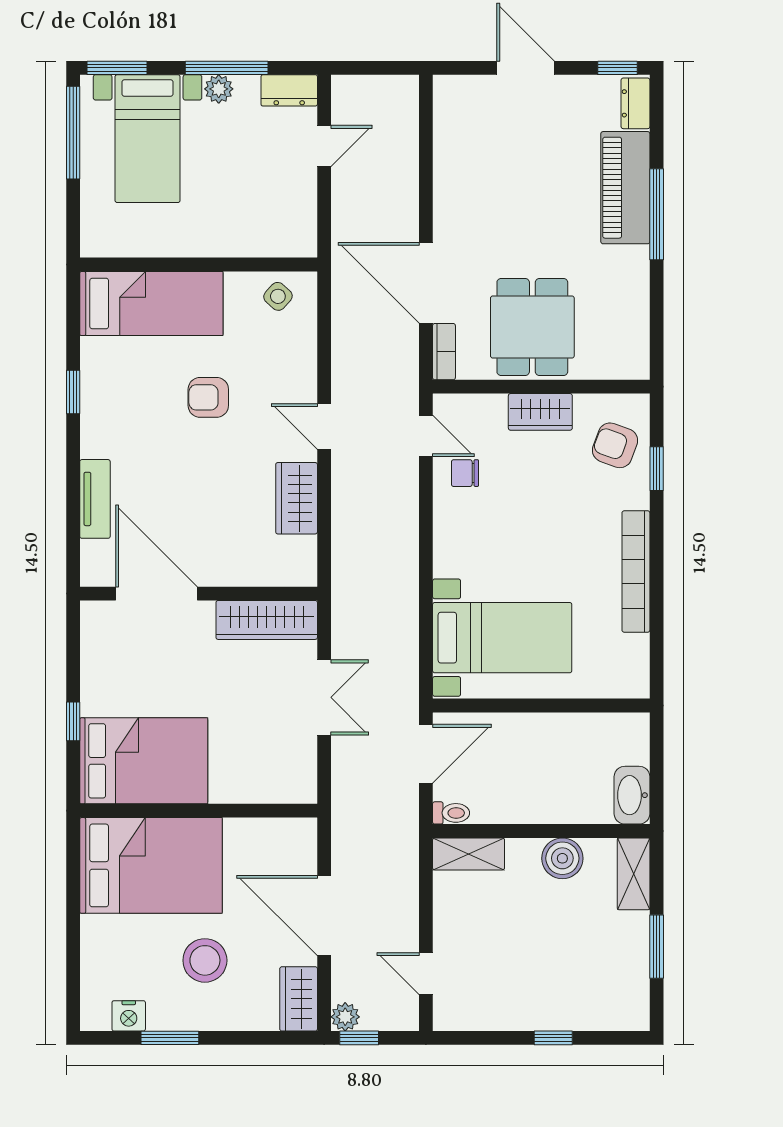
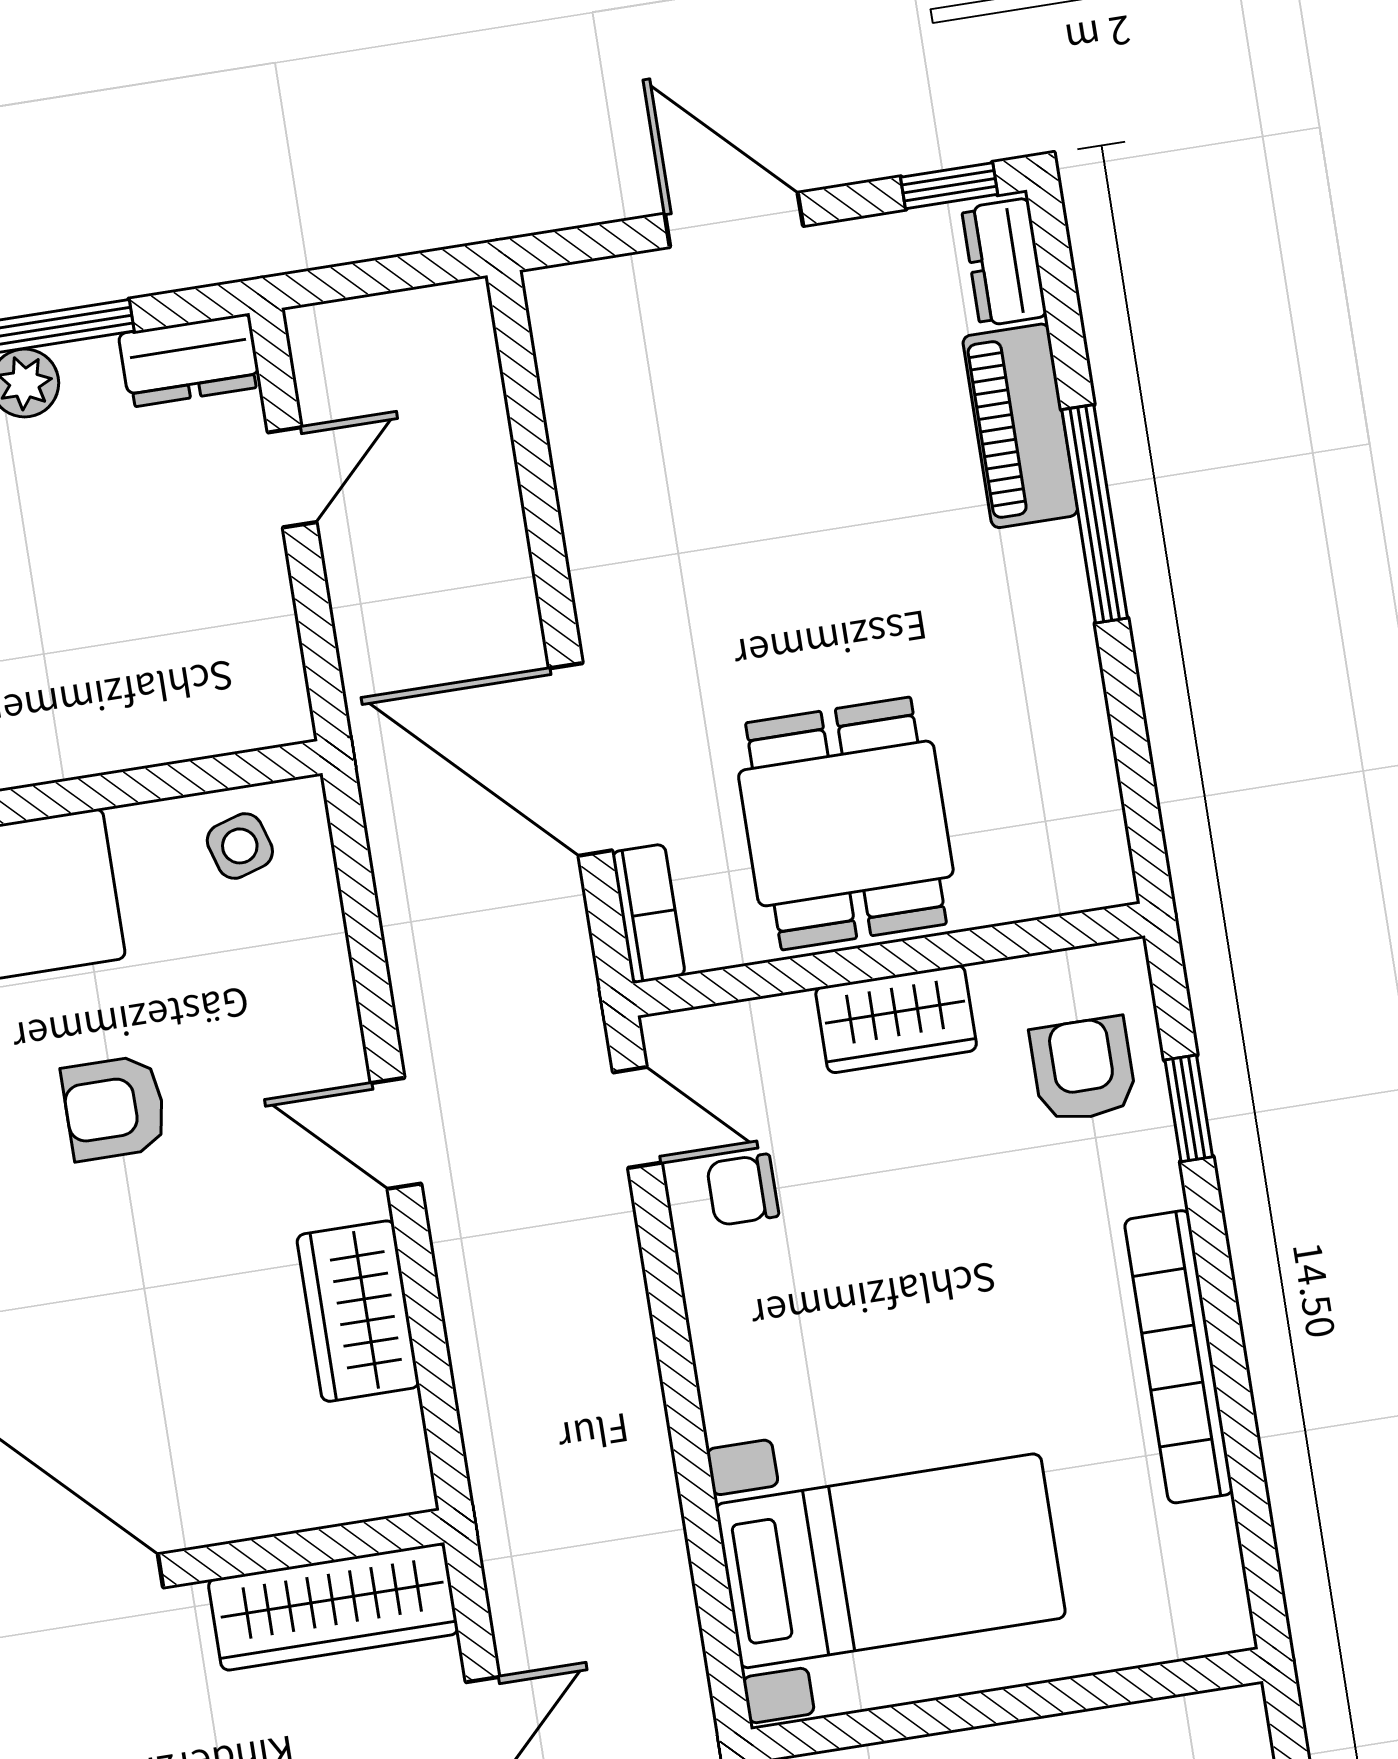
piano: (625, 188) -> (1020, 426), width x0.73, depth x0.75
side table: (278, 296) -> (240, 846), turned 31
armchair: (615, 445) -> (1083, 1069), turned 70

